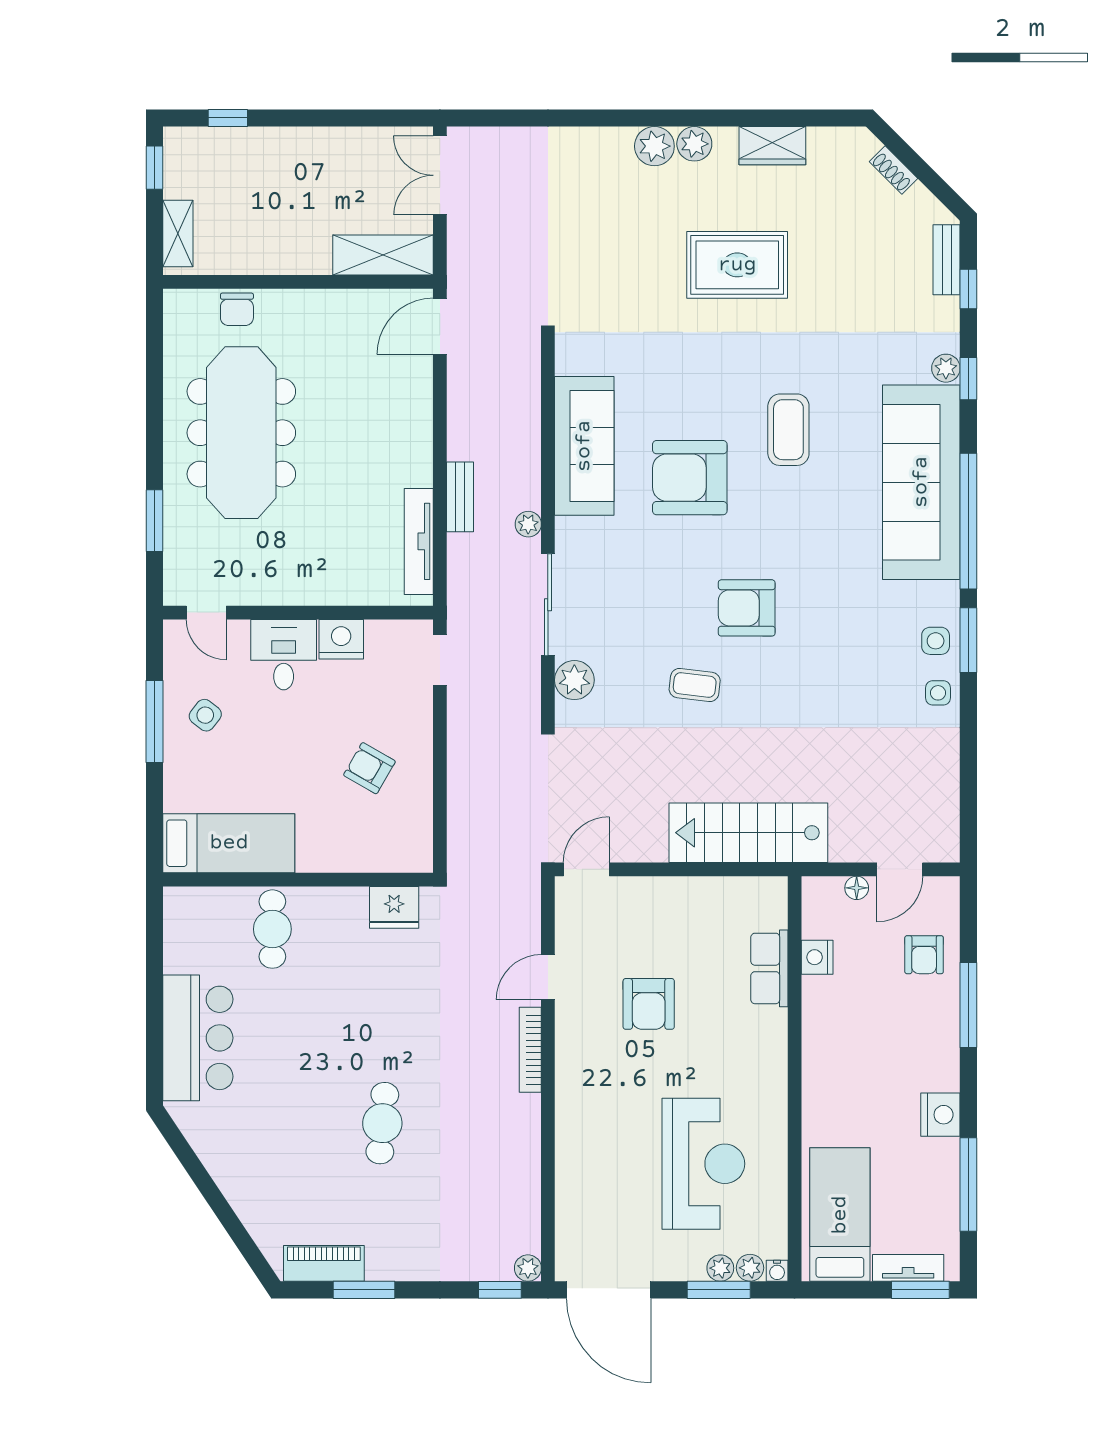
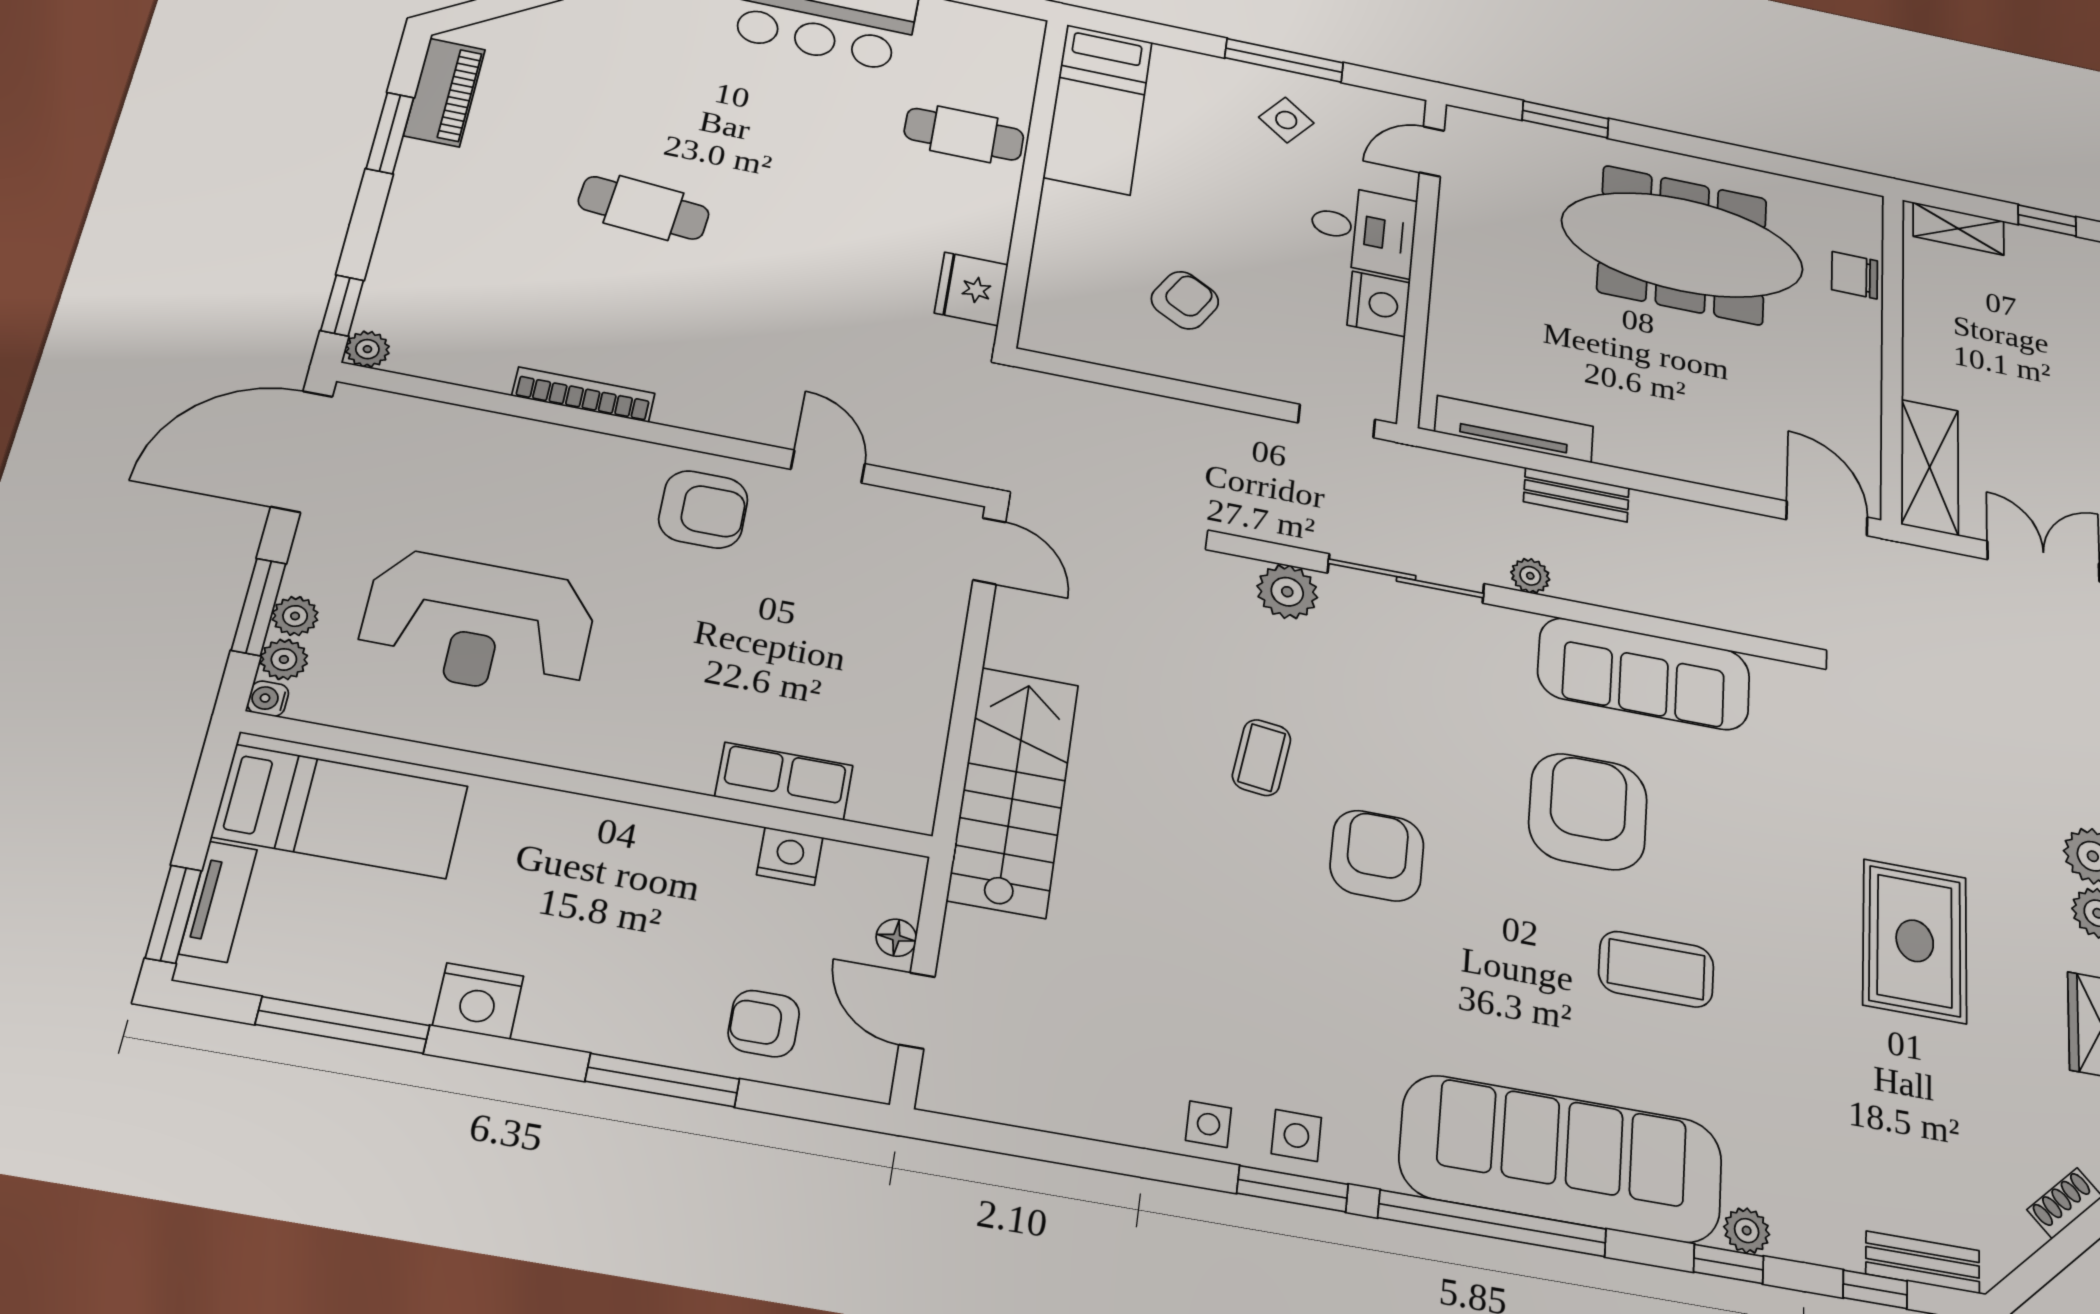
armchair: (649, 1004) -> (703, 509), moved, turned 180
bookcase: (530, 1050) -> (583, 395), moved

